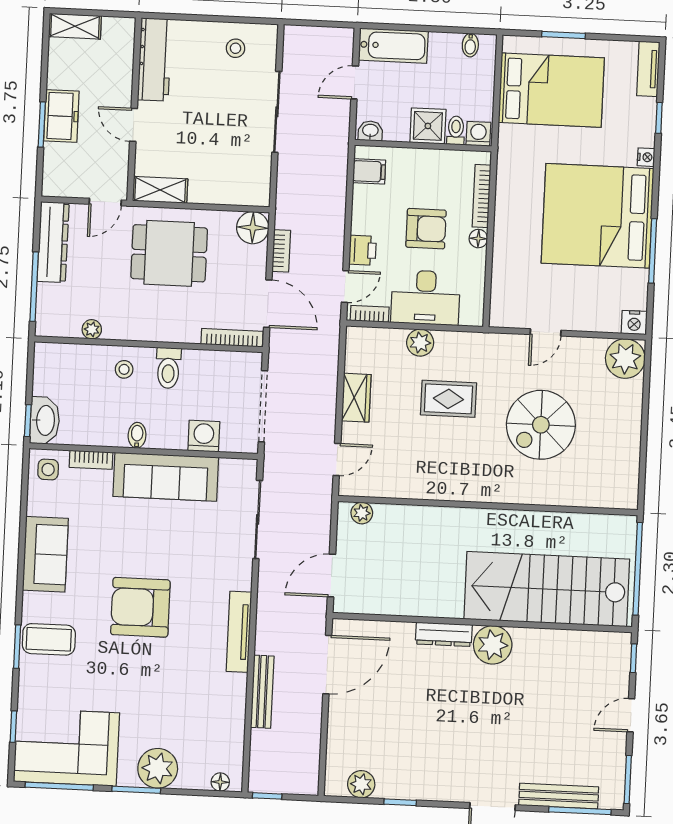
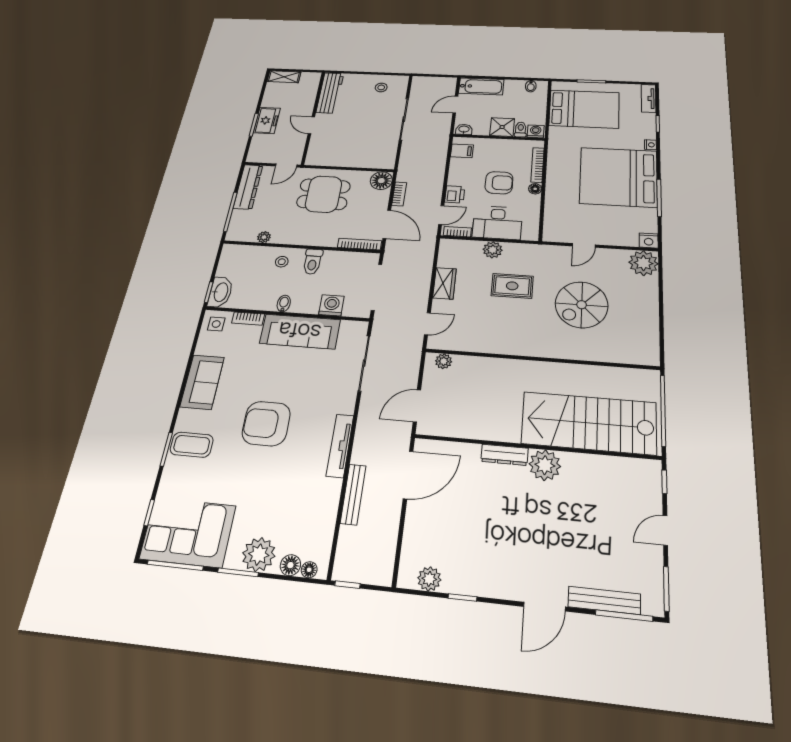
shelving: (160, 190) -> (323, 159), removed
floor lamp: (197, 778) -> (290, 565), added

